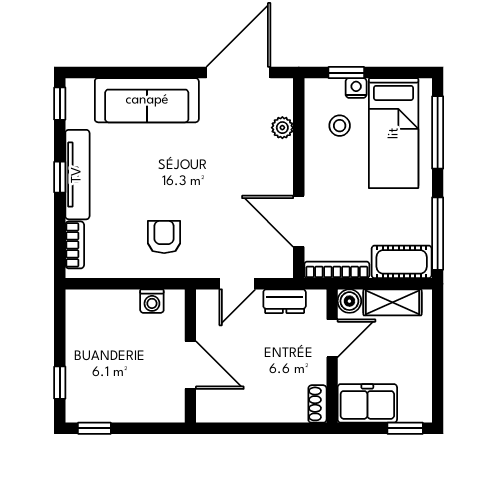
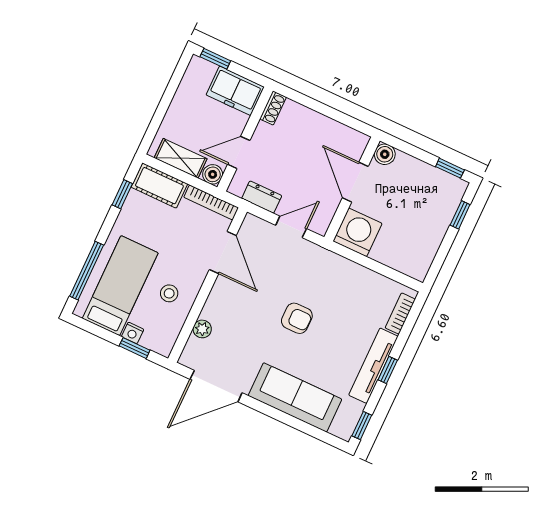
stool: (340, 126) -> (169, 293), moved
window: (438, 234) -> (122, 194), width x0.46
armchair: (164, 237) -> (297, 318), moved, turned -90
washing machine: (152, 301) -> (358, 232), width x1.89, depth x1.89
boiler: (172, 410) -> (385, 154), added

